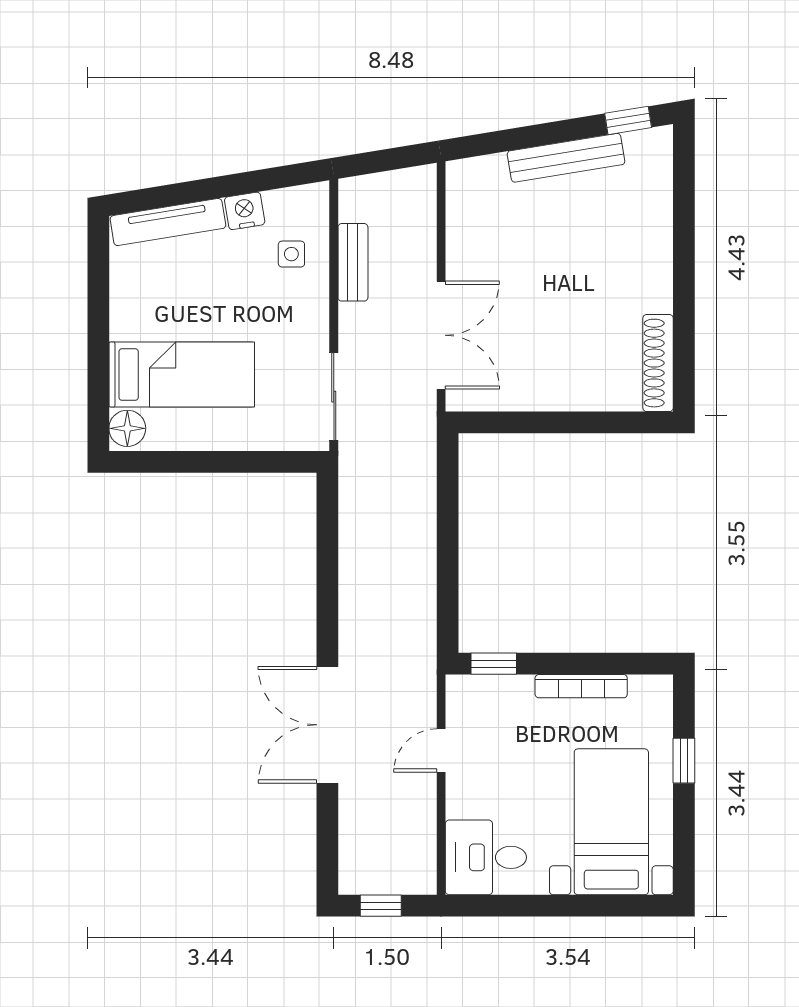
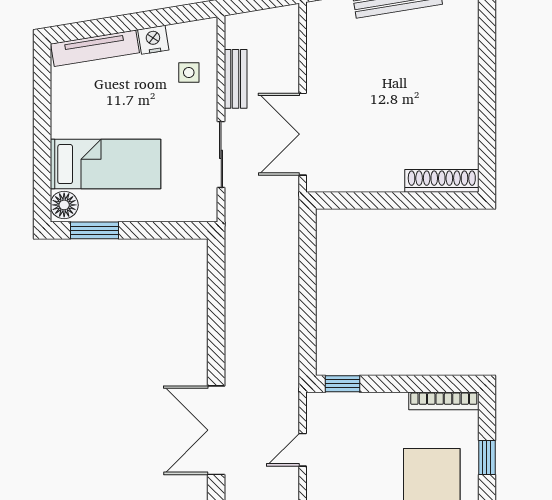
double door: (441, 335) -> (303, 134), swing flipped
shoe rack: (658, 363) -> (442, 181), moved, turned 90
sliding door: (334, 397) -> (221, 154), moved
window: (167, 462) -> (94, 230), added
bookcase: (581, 686) -> (444, 401), moved

